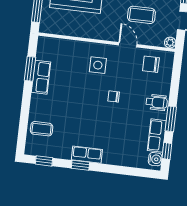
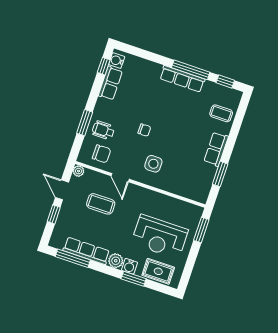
row of seats: (41, 77) -> (216, 149), moved
wheelchair: (157, 102) -> (103, 130), moved
window: (171, 119) -> (85, 123), moved
row of seats: (87, 155) -> (182, 79), width x1.48
window: (80, 165) -> (191, 70), width x2.17

